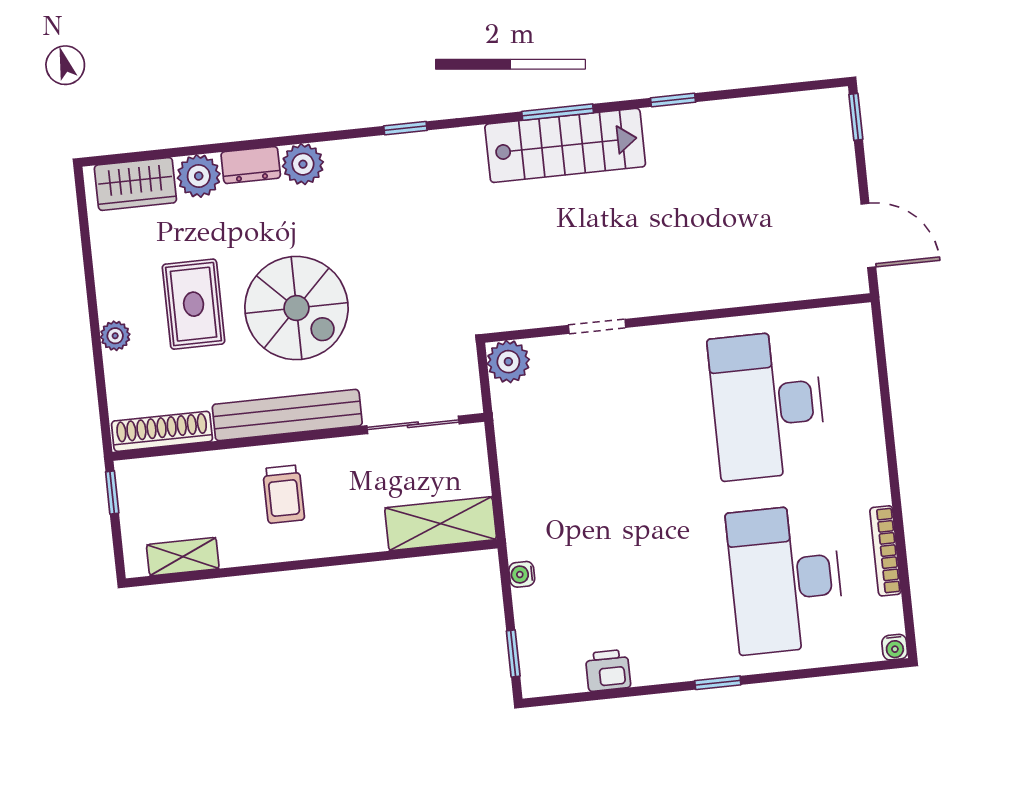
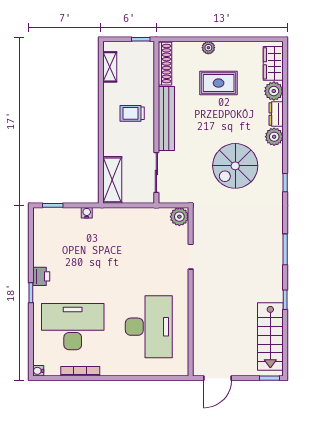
stairs: (565, 145) -> (270, 337), moved
spiral stairs: (296, 308) -> (235, 166), moved
desk: (767, 405) -> (149, 327), turned 90
printer: (608, 670) -> (41, 276), moved

